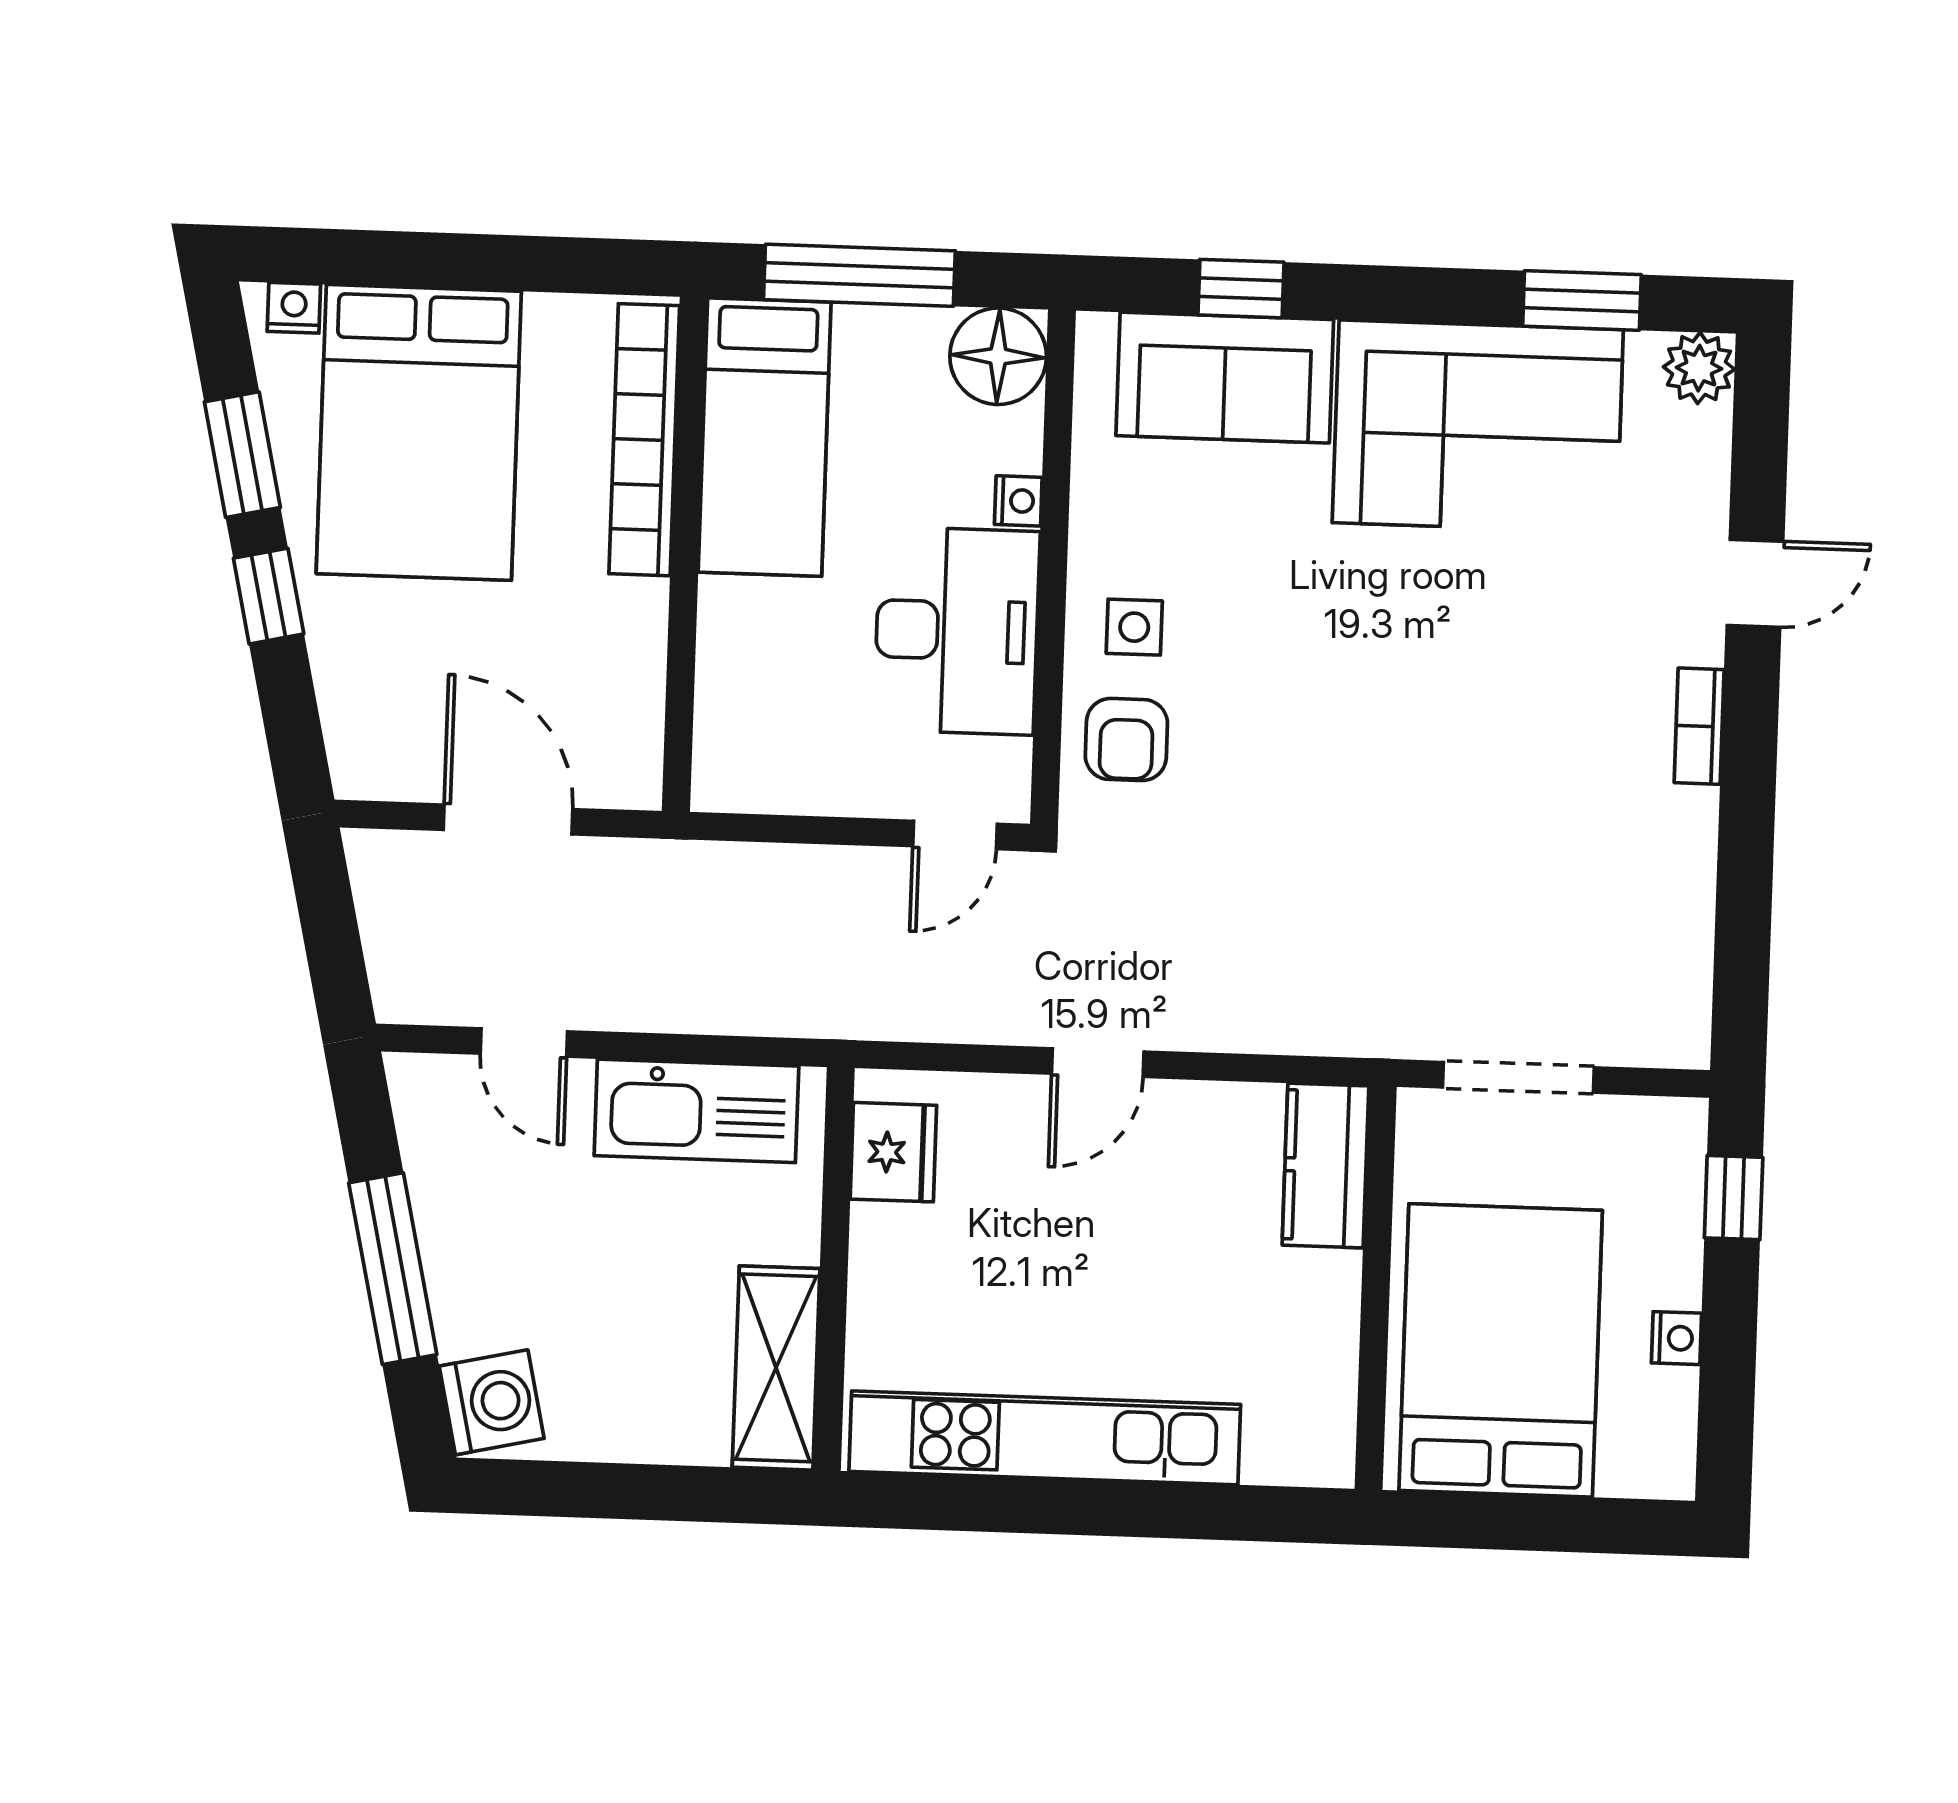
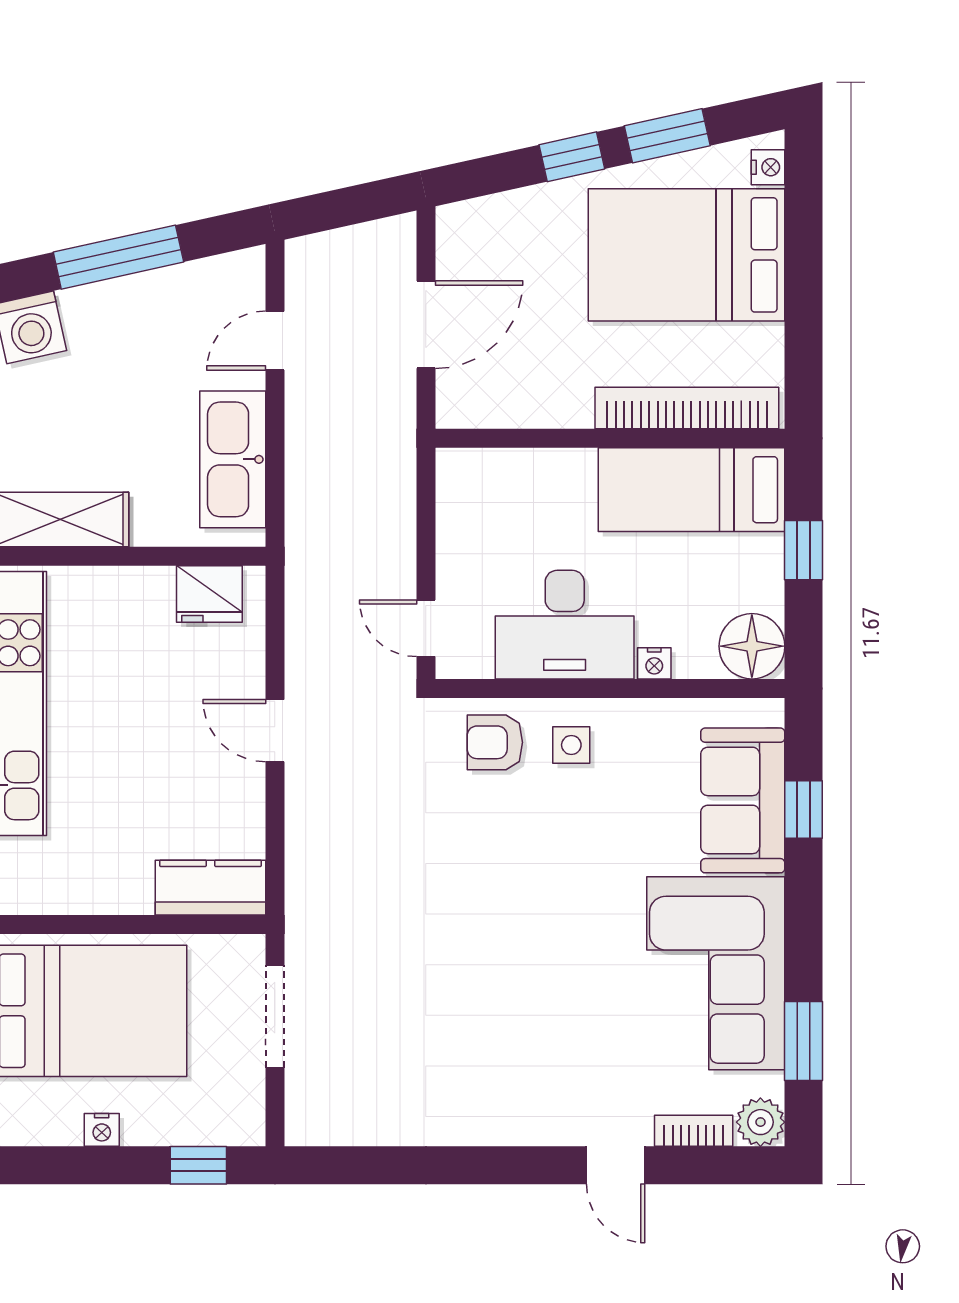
window: (859, 275) -> (804, 550), width x0.46
bookcase: (1699, 726) -> (694, 1131), moved

